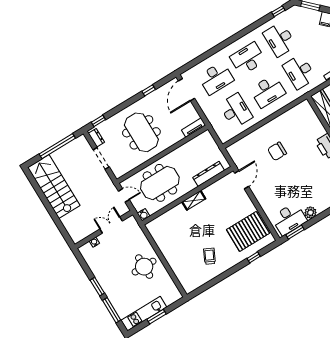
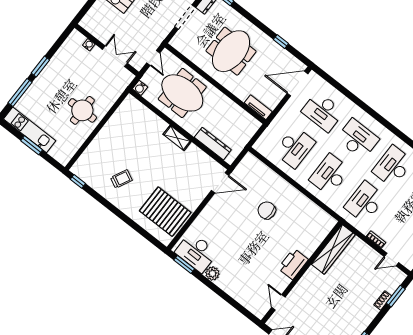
desk: (268, 91) -> (330, 175), turned 90
window: (254, 257) -> (78, 181), moved

